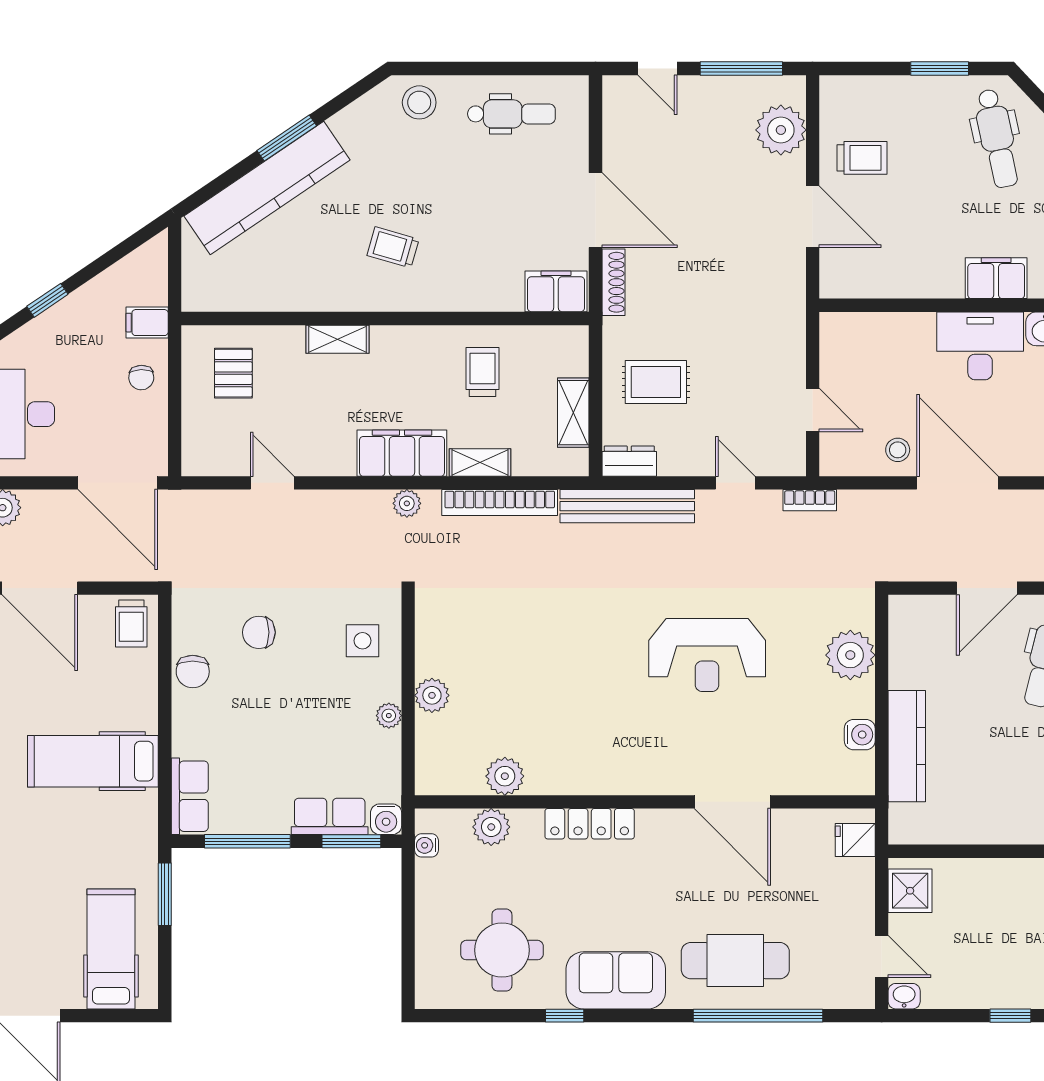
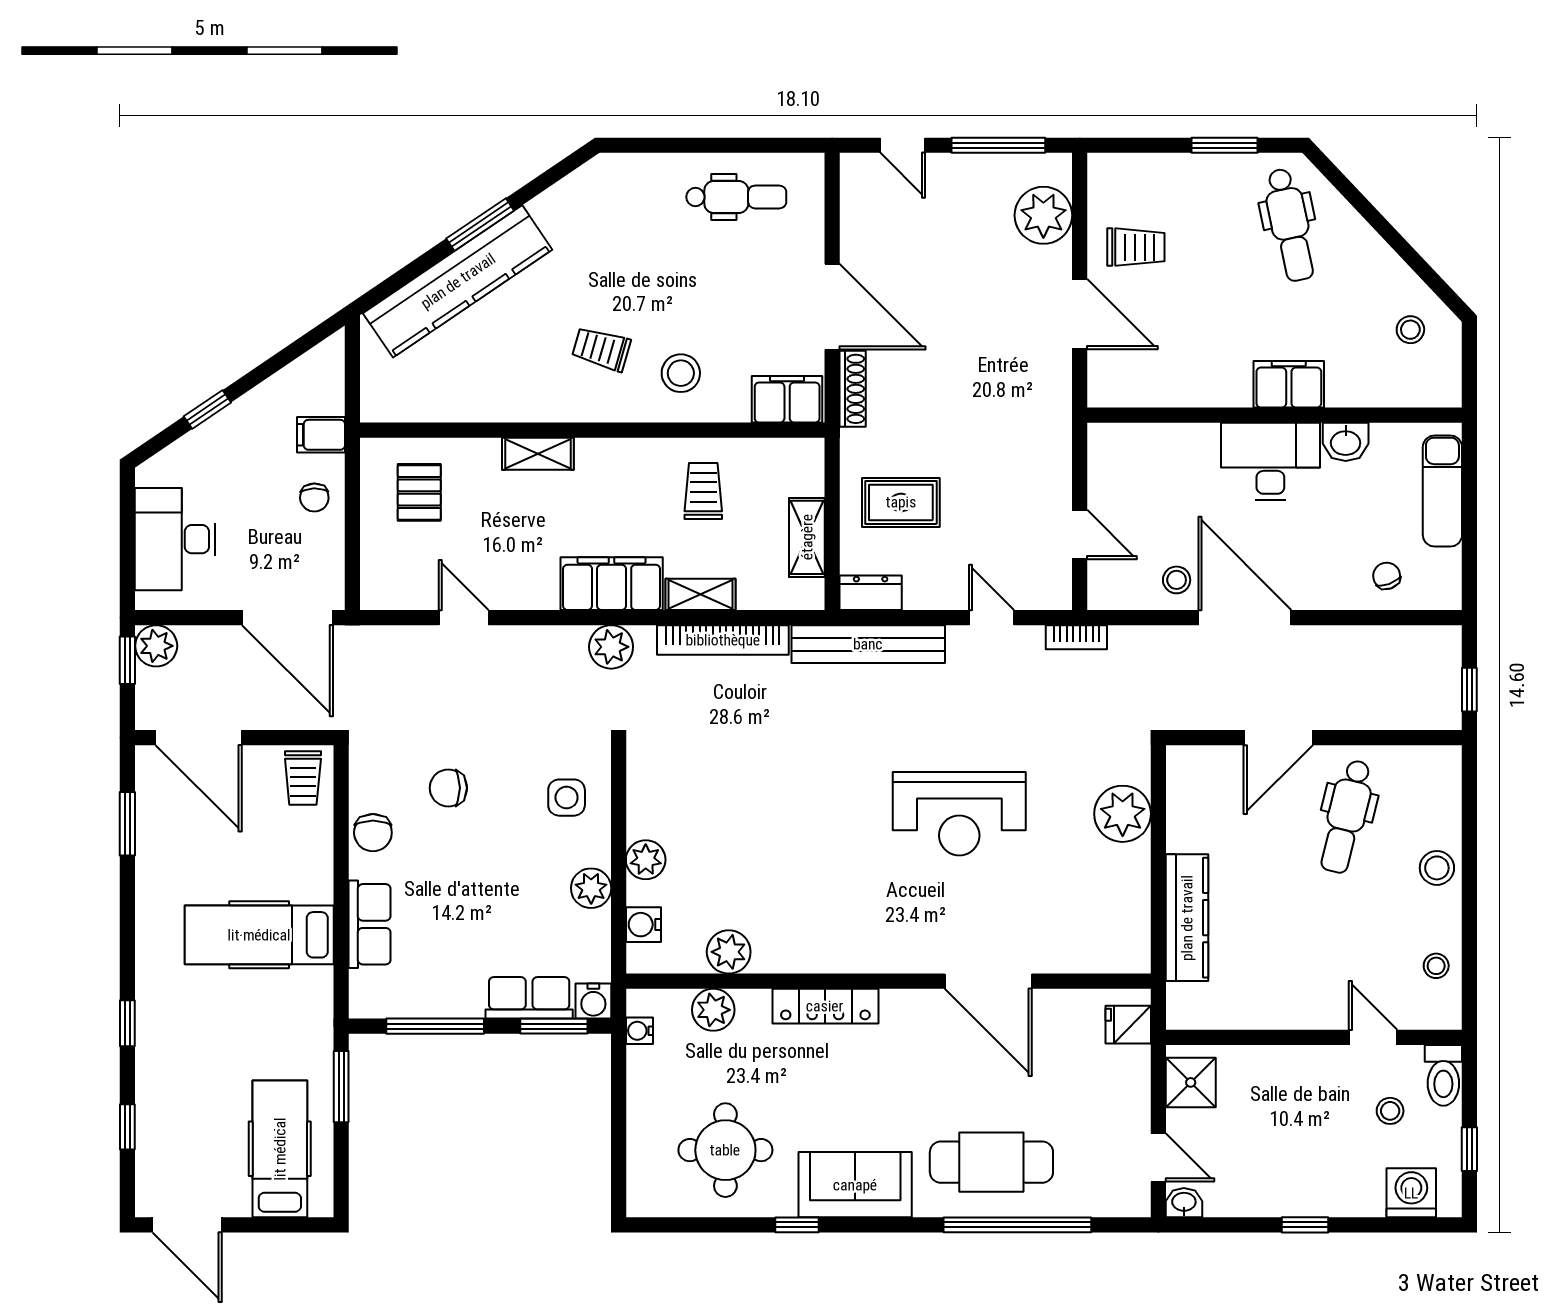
stool: (419, 102) -> (681, 373), moved
plant: (407, 503) -> (611, 647), width x1.38, depth x1.38
plant: (389, 716) -> (591, 888), width x1.38, depth x1.38
water cooler: (860, 735) -> (643, 925), moved, turned 180
row of seats: (190, 796) -> (370, 924), moved

